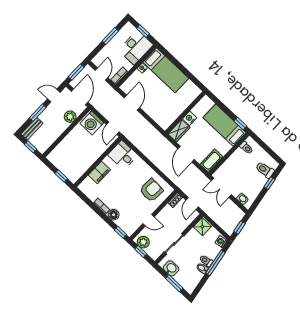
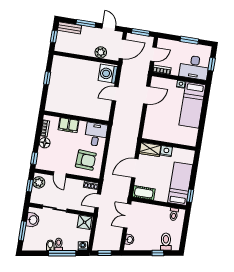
desk: (123, 155) -> (96, 134), moved
wall: (98, 162) -> (76, 118), moved
filing cabinet: (99, 172) -> (69, 125), moved

